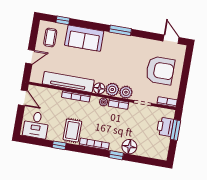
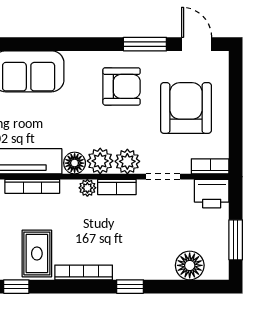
window: (120, 30) -> (145, 44), moved
armchair: (130, 54) -> (122, 86), added
armchair: (160, 70) -> (186, 108), turned -90
printer: (165, 127) -> (212, 194), moved, turned -90
window: (175, 130) -> (236, 240), moved
floor lamp: (129, 147) -> (190, 265), moved

